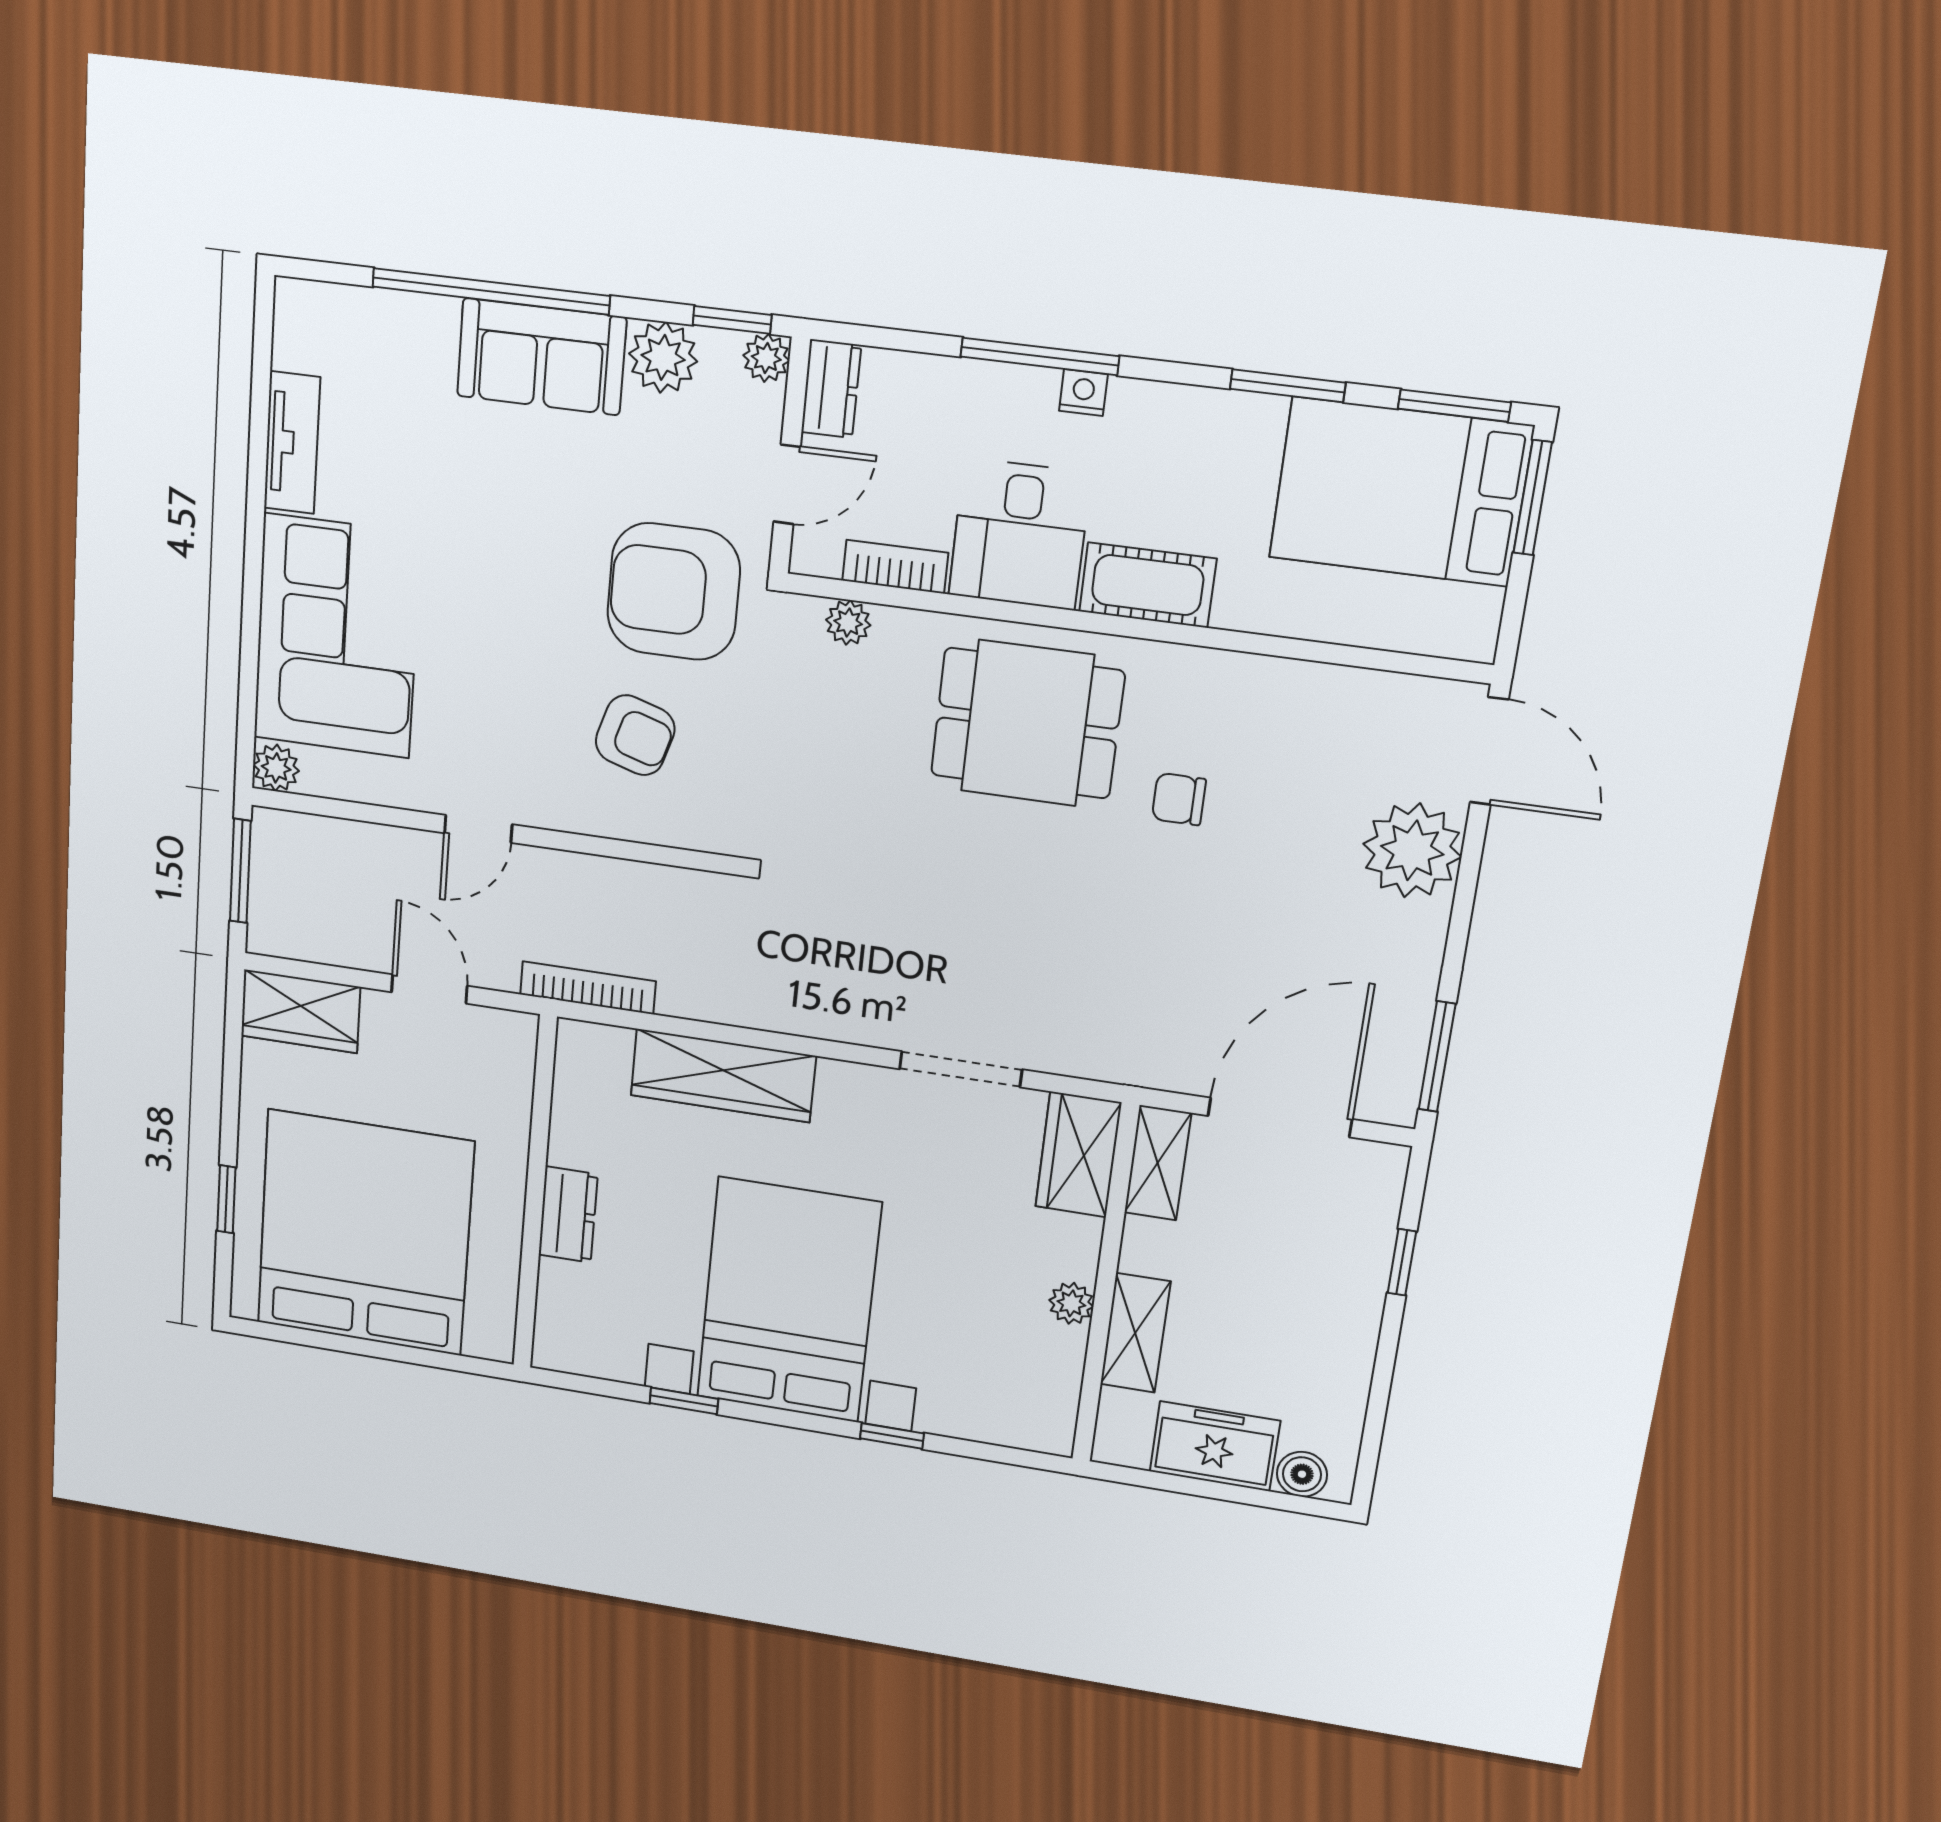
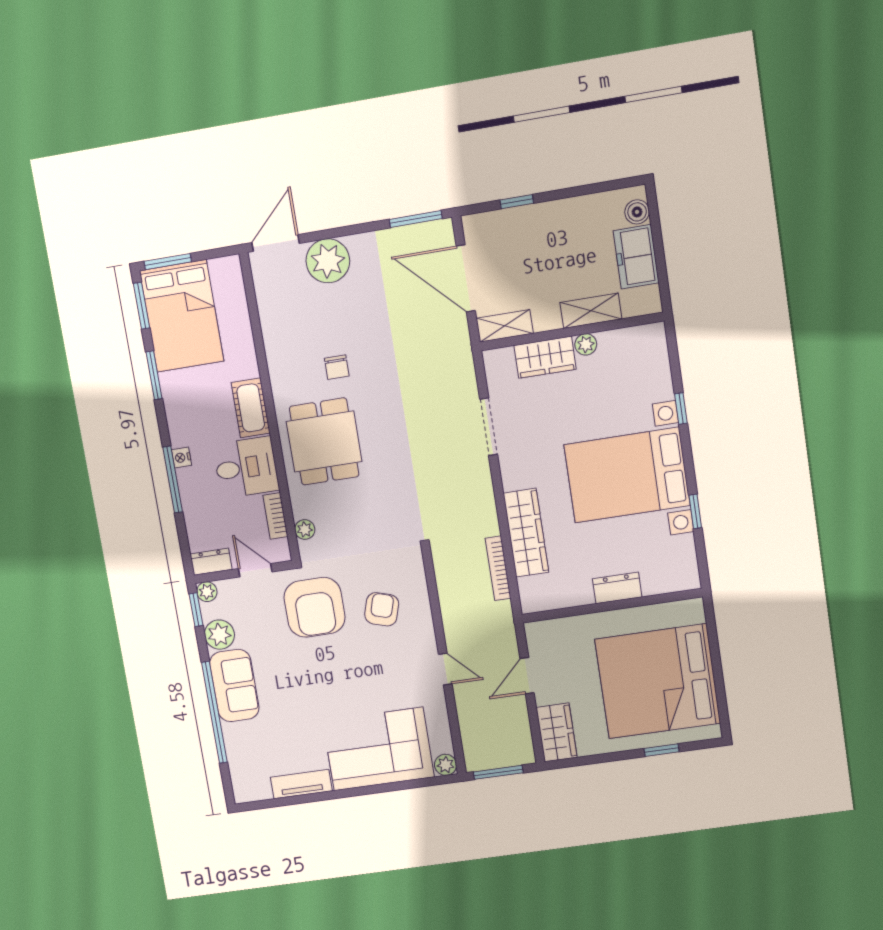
bookcase: (588, 988) -> (498, 568), moved
wardrobe: (1078, 1155) -> (545, 357), moved

